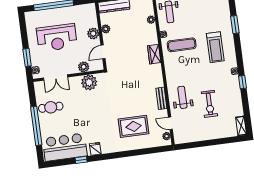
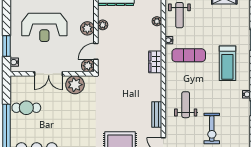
plant: (84, 67) -> (88, 66), moved
double door: (56, 77) -> (49, 74), moved
weight bench: (182, 97) -> (186, 105), moved

